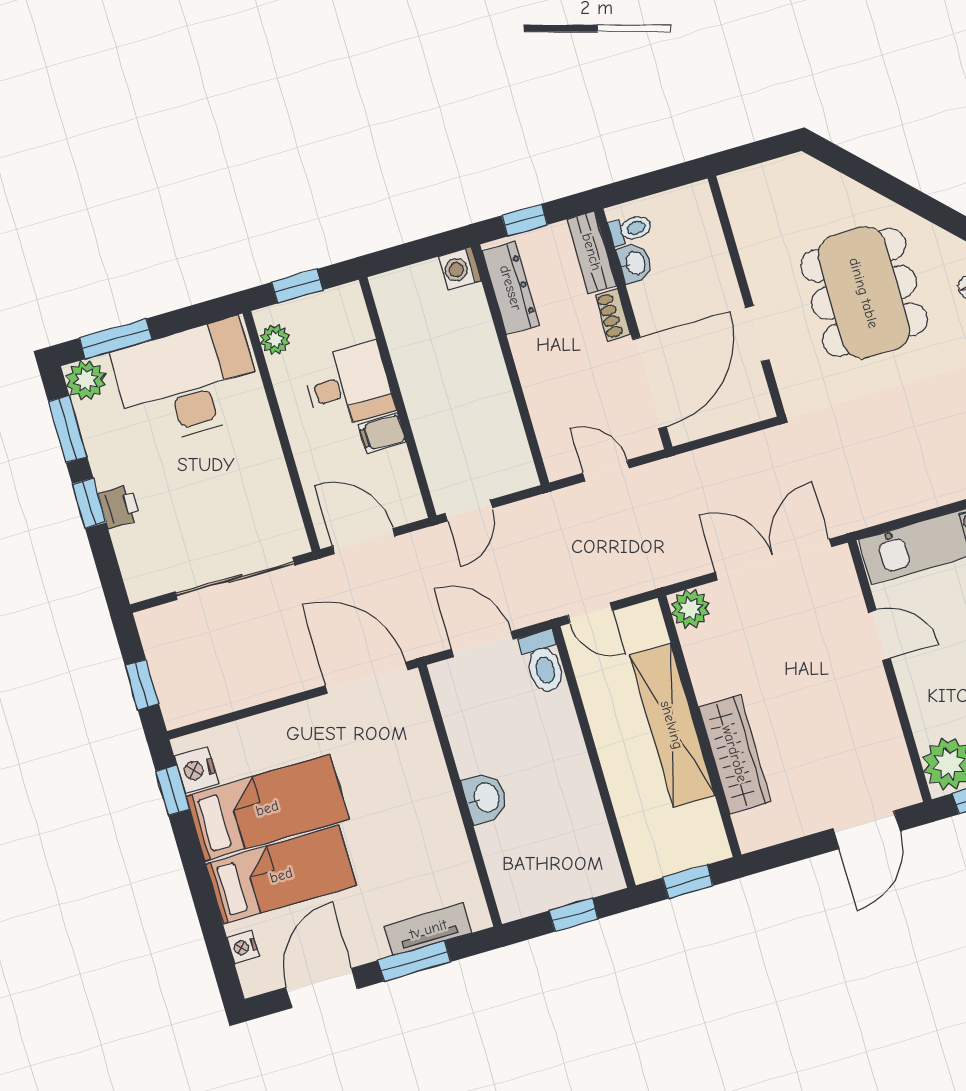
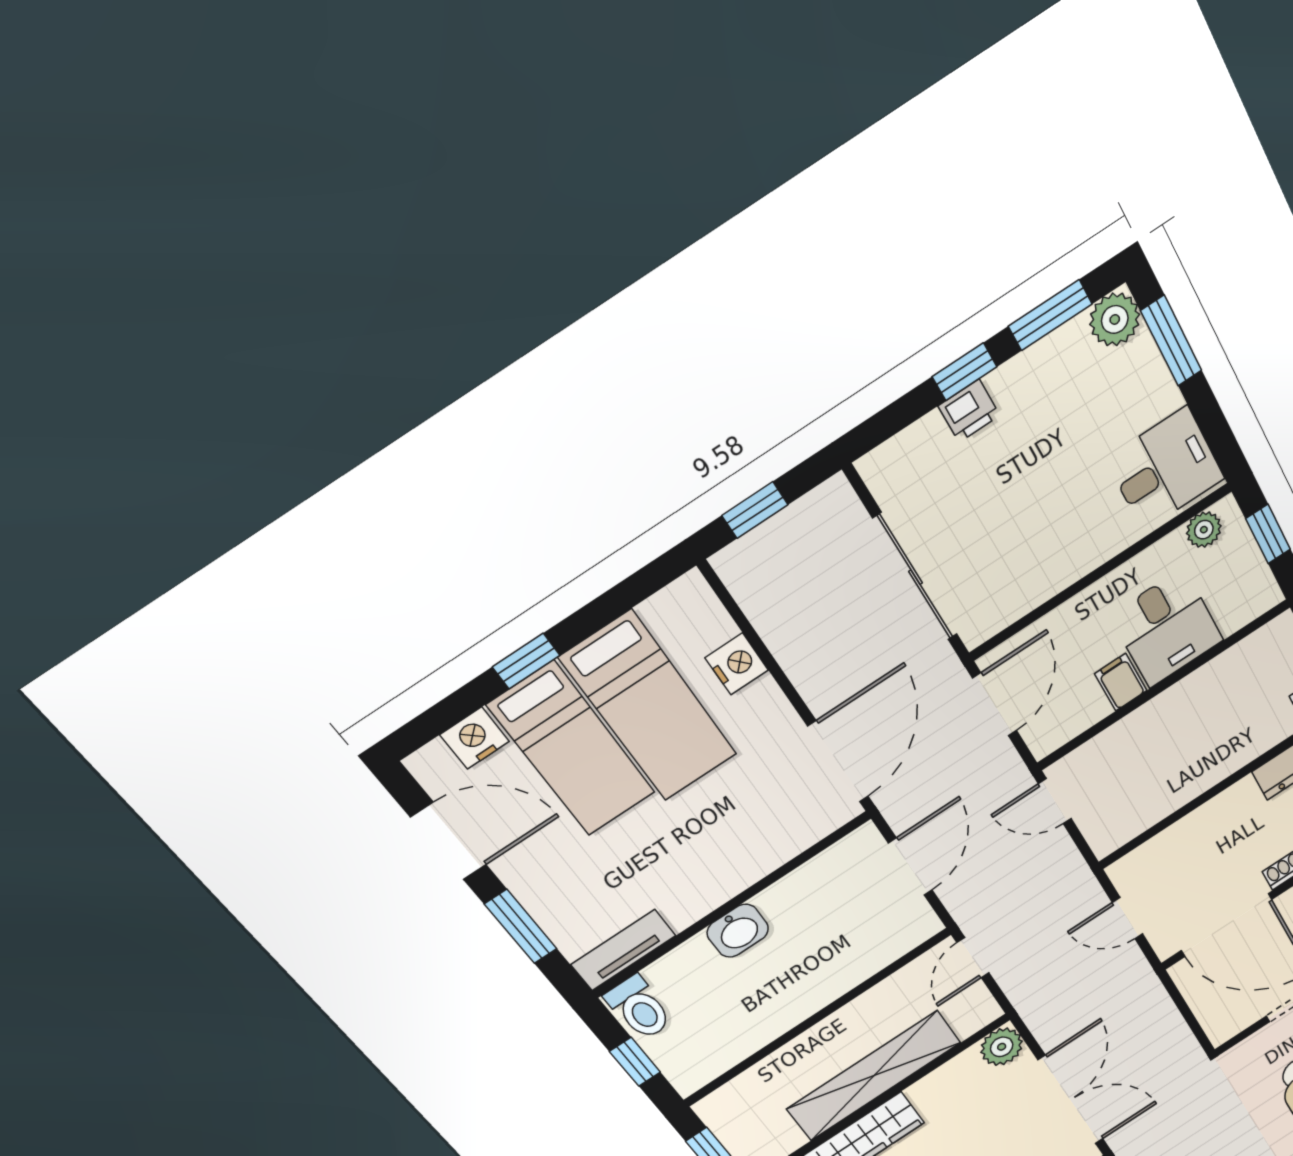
desk: (188, 382) -> (1165, 469), width x0.53, depth x0.77
door: (606, 471) -> (1128, 918), swing flipped
toilet: (543, 662) -> (639, 1008), moved, turned -90
nightstand: (196, 770) -> (737, 664), moved, turned 90
window: (173, 790) -> (526, 661), moved
tv unit: (428, 929) -> (623, 950), moved, turned -90
nightstand: (243, 947) -> (475, 738), width x1.39, depth x1.35

